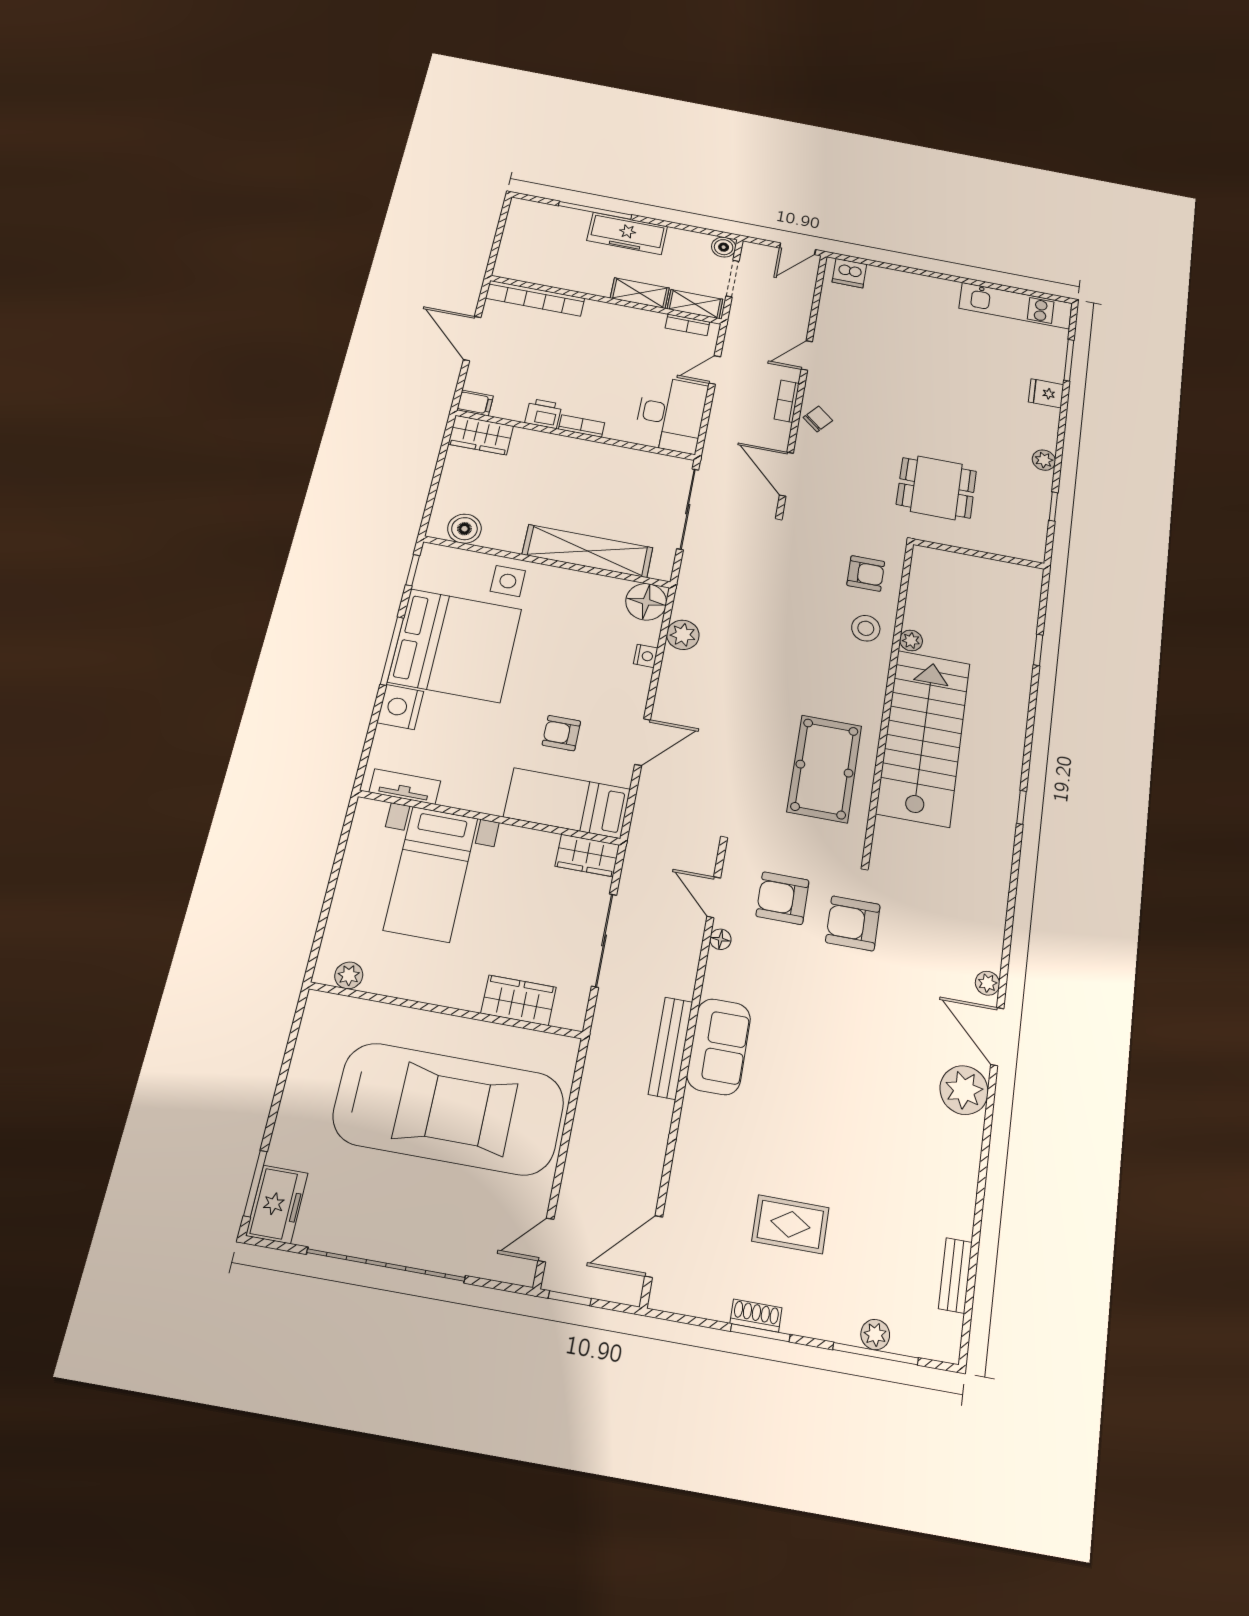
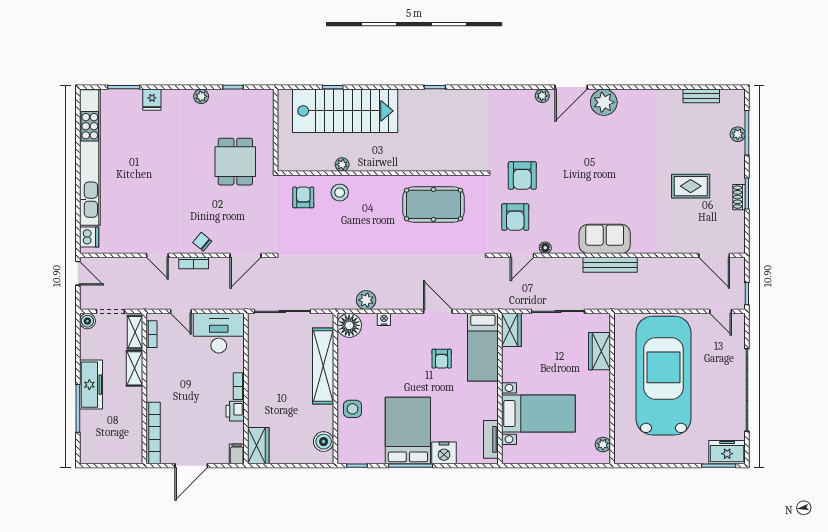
kitchen unit: (1015, 306) -> (90, 157), width x1.86
bed: (455, 645) -> (408, 431), width x0.73
stairs: (923, 738) -> (345, 111), moved, turned 180
rug: (790, 1224) -> (691, 186), turned 90

